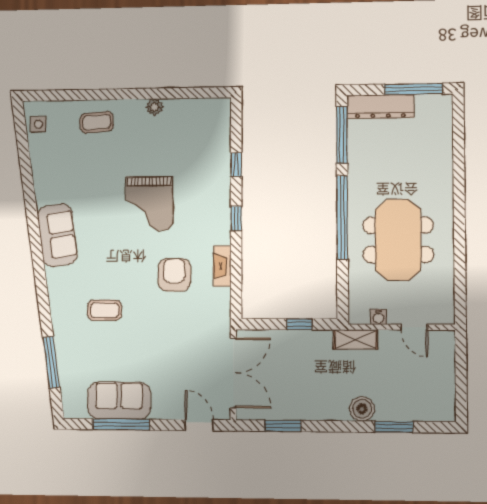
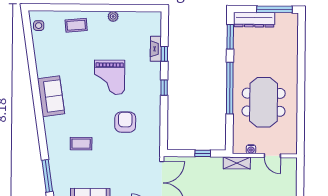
window: (342, 135) -> (230, 37), width x0.69
fireplace: (222, 266) -> (156, 49), moved

